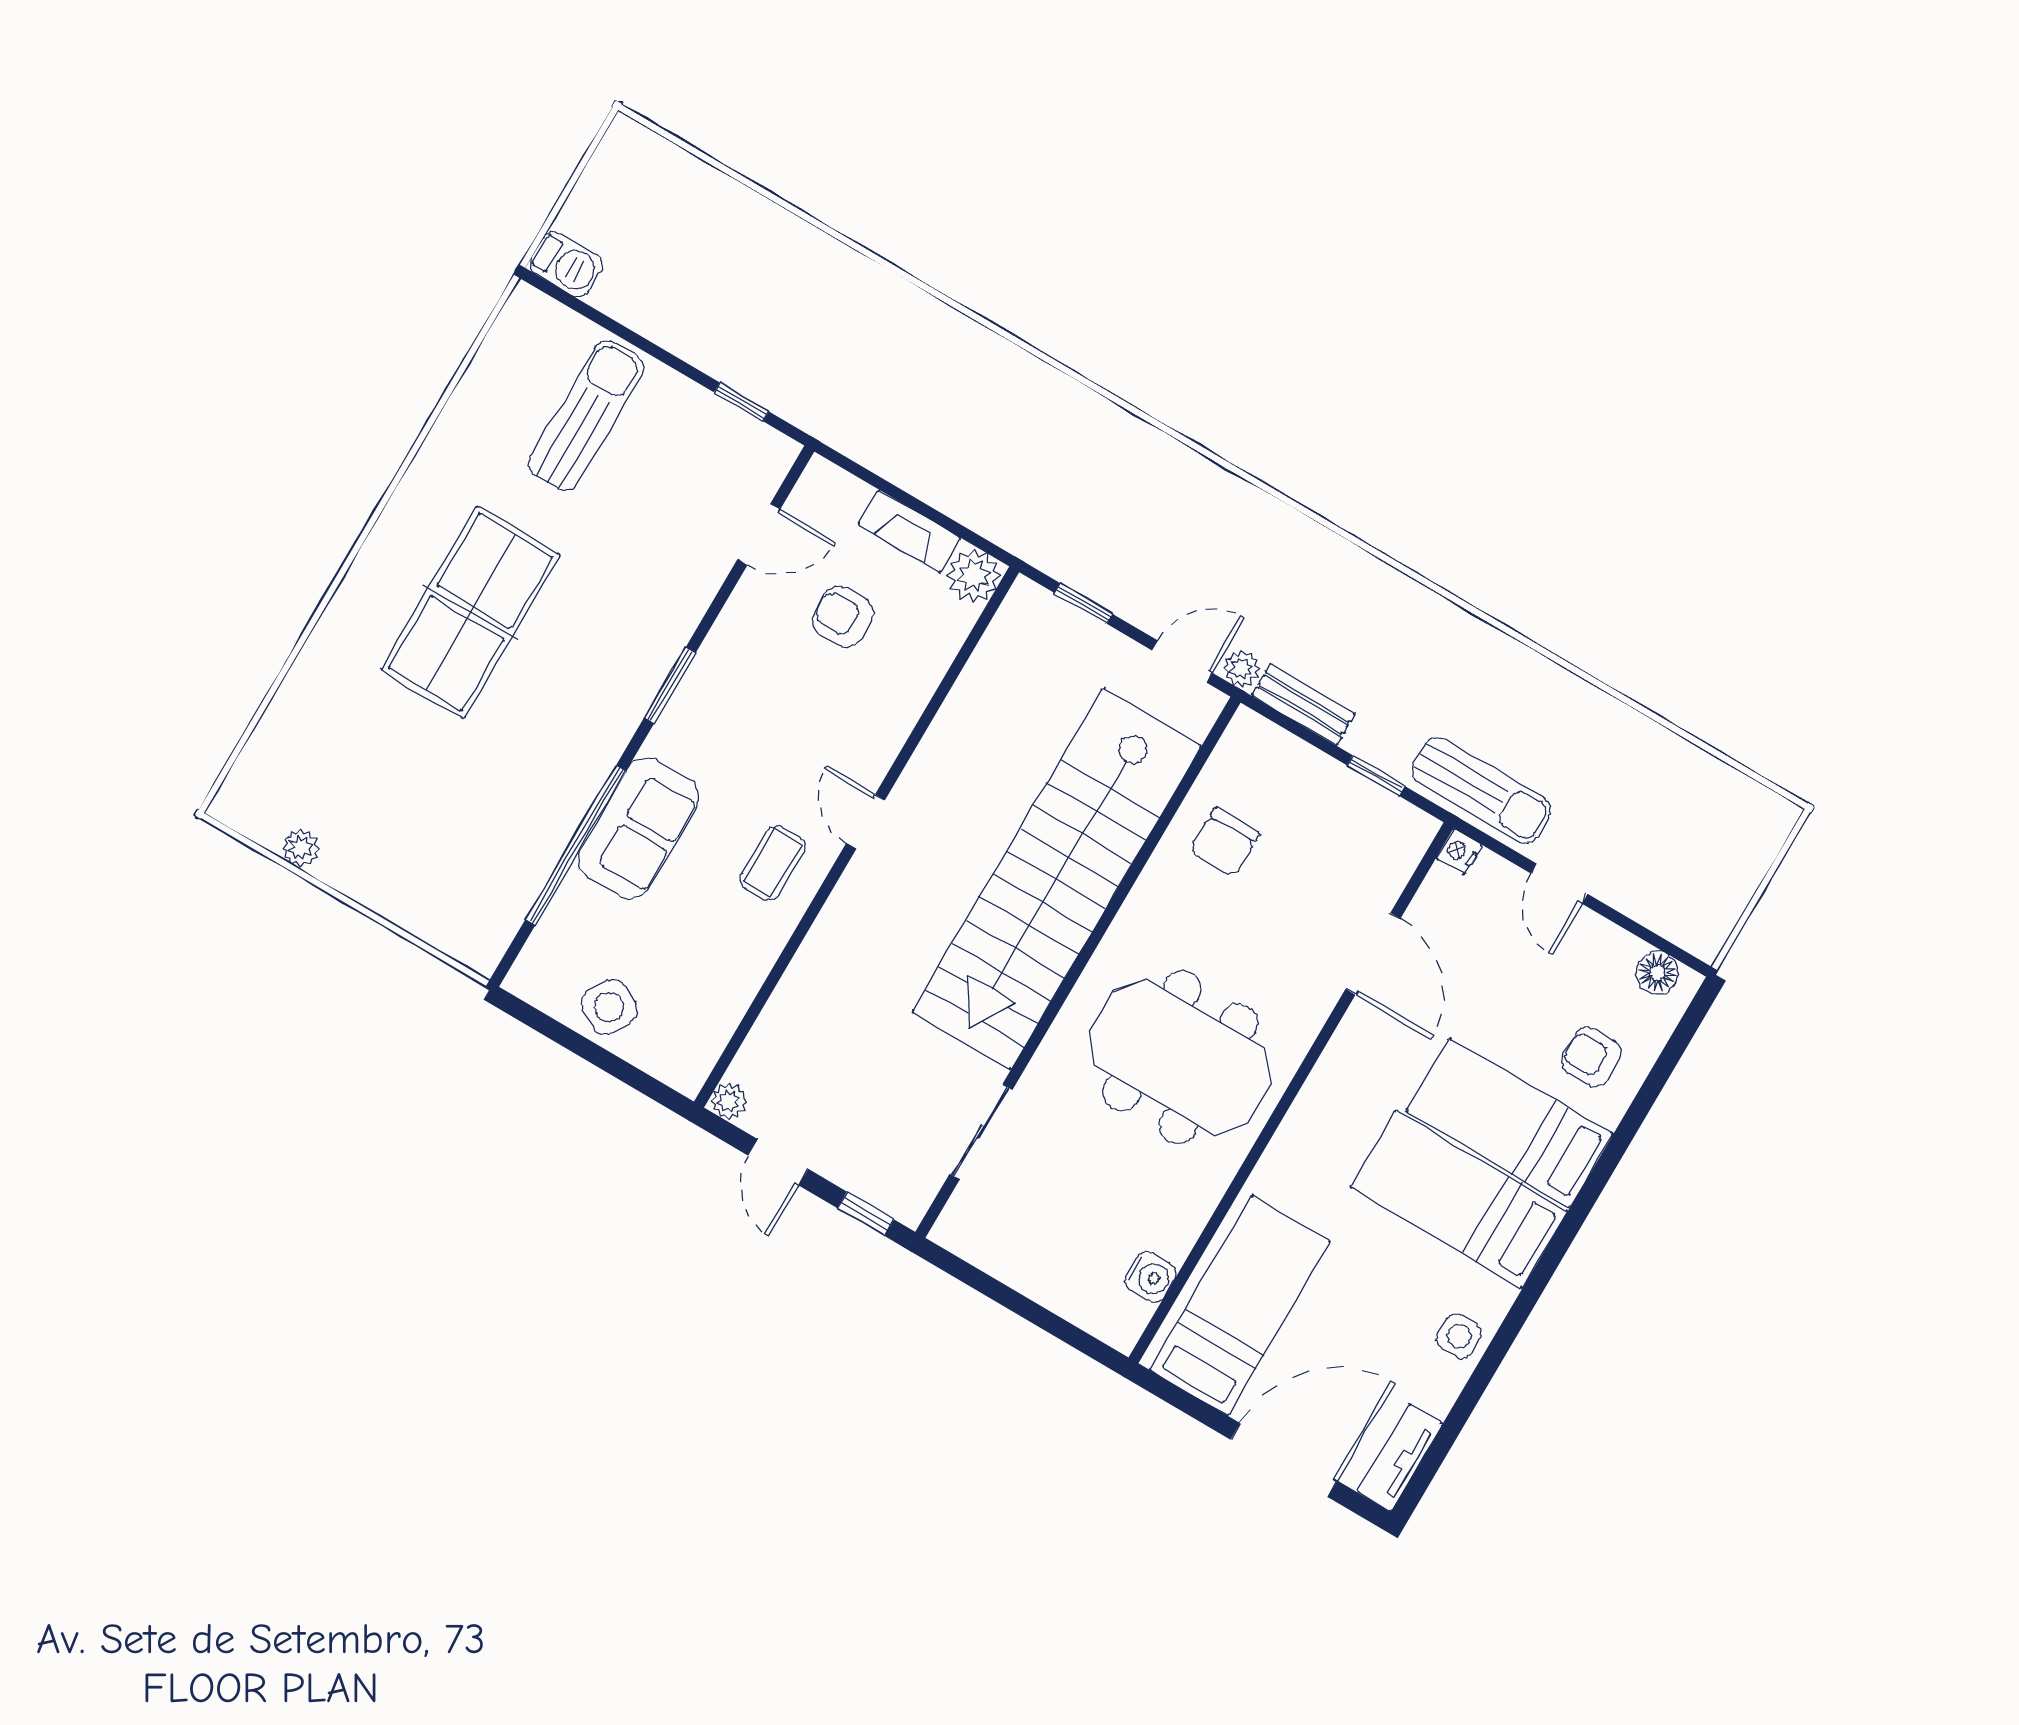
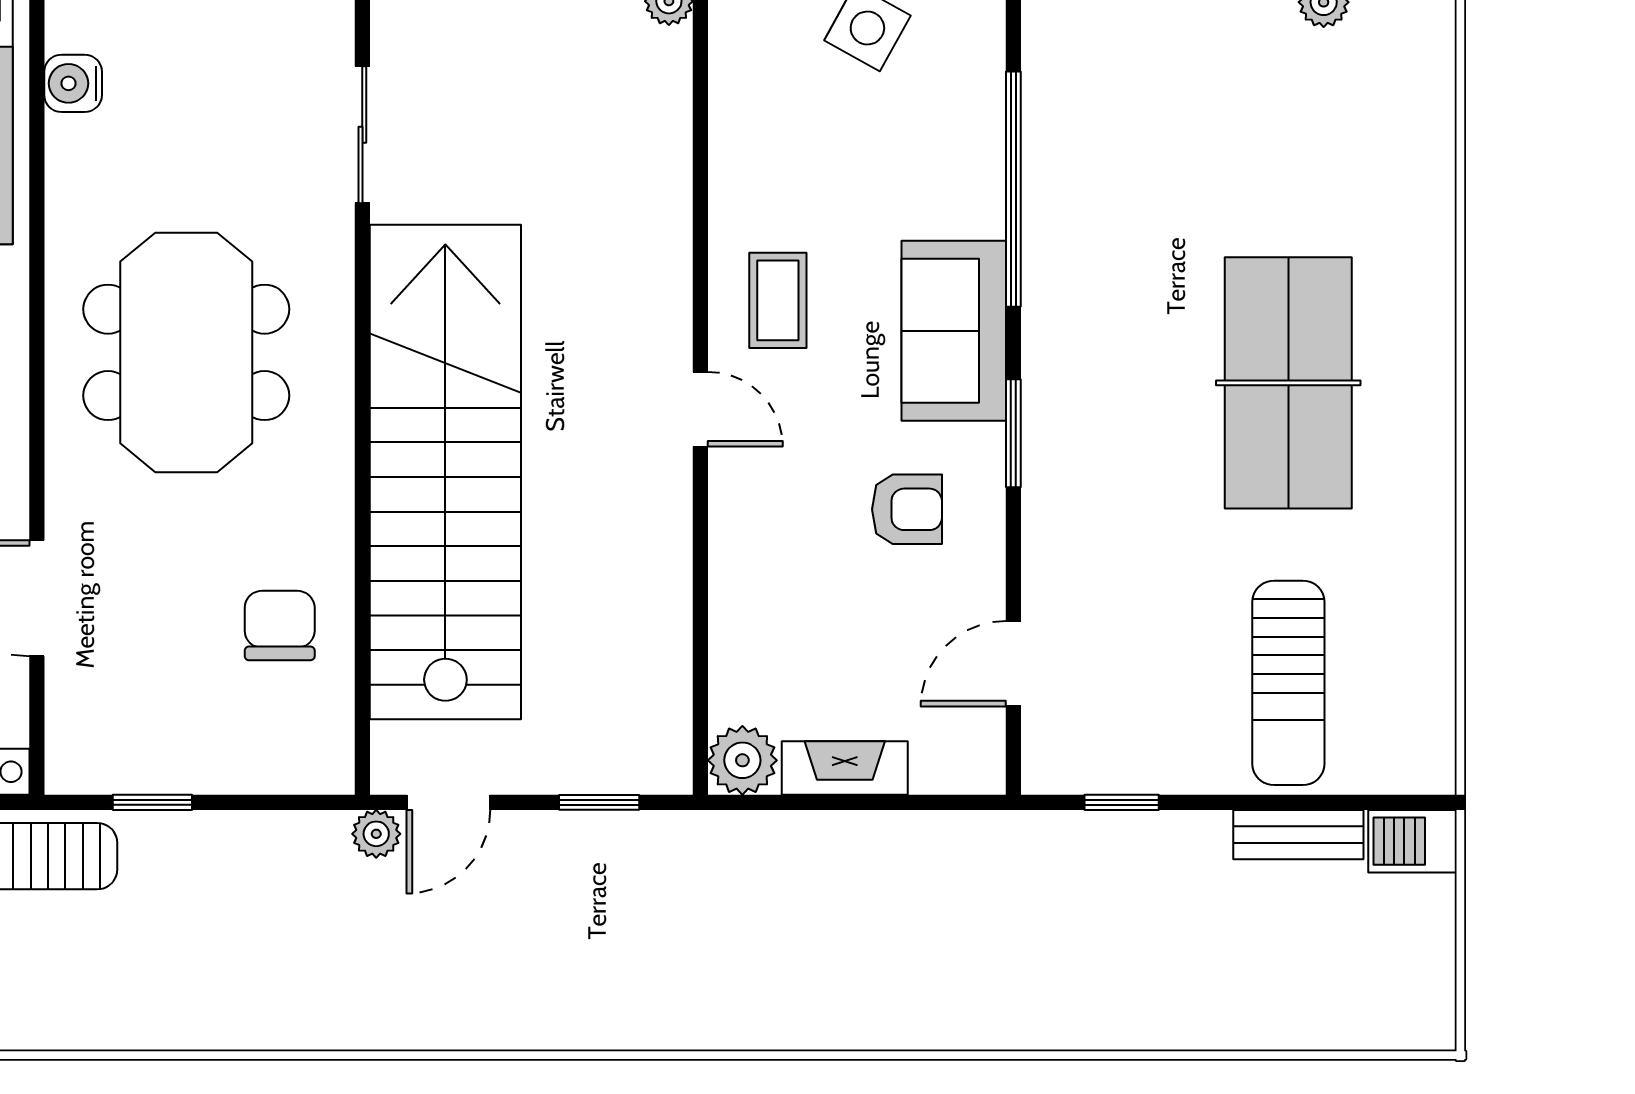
armchair: (843, 616) -> (907, 509), moved
bench: (1303, 704) -> (1298, 835), moved
sofa: (638, 828) -> (954, 331), moved
meeting table: (1180, 1057) -> (186, 352), turned 90

